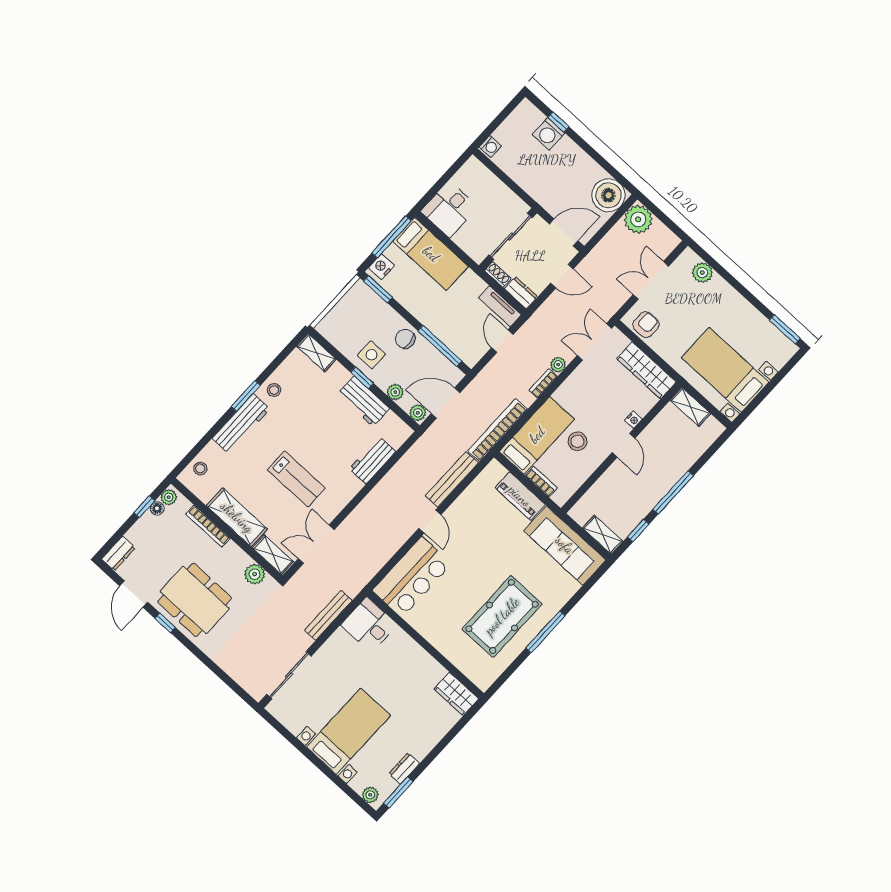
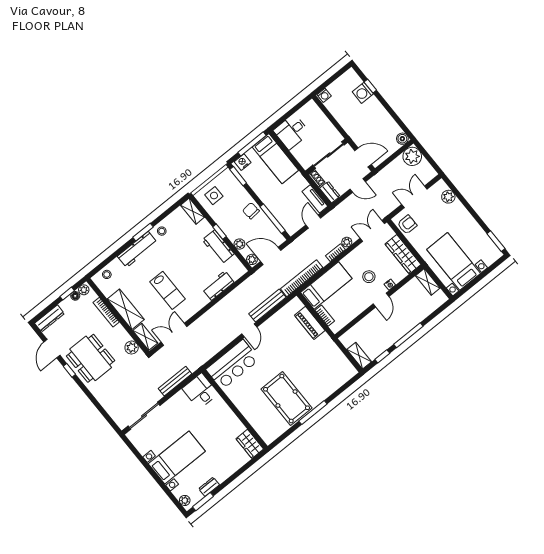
boiler: (608, 195) -> (402, 139), width x0.54, depth x0.54
side table: (371, 355) -> (214, 196), moved
stool: (577, 441) -> (369, 277), moved
sofa: (565, 545) -> (334, 359), removed
dresser: (118, 554) -> (50, 318), width x1.44
pool table: (502, 616) -> (287, 399), turned 90

